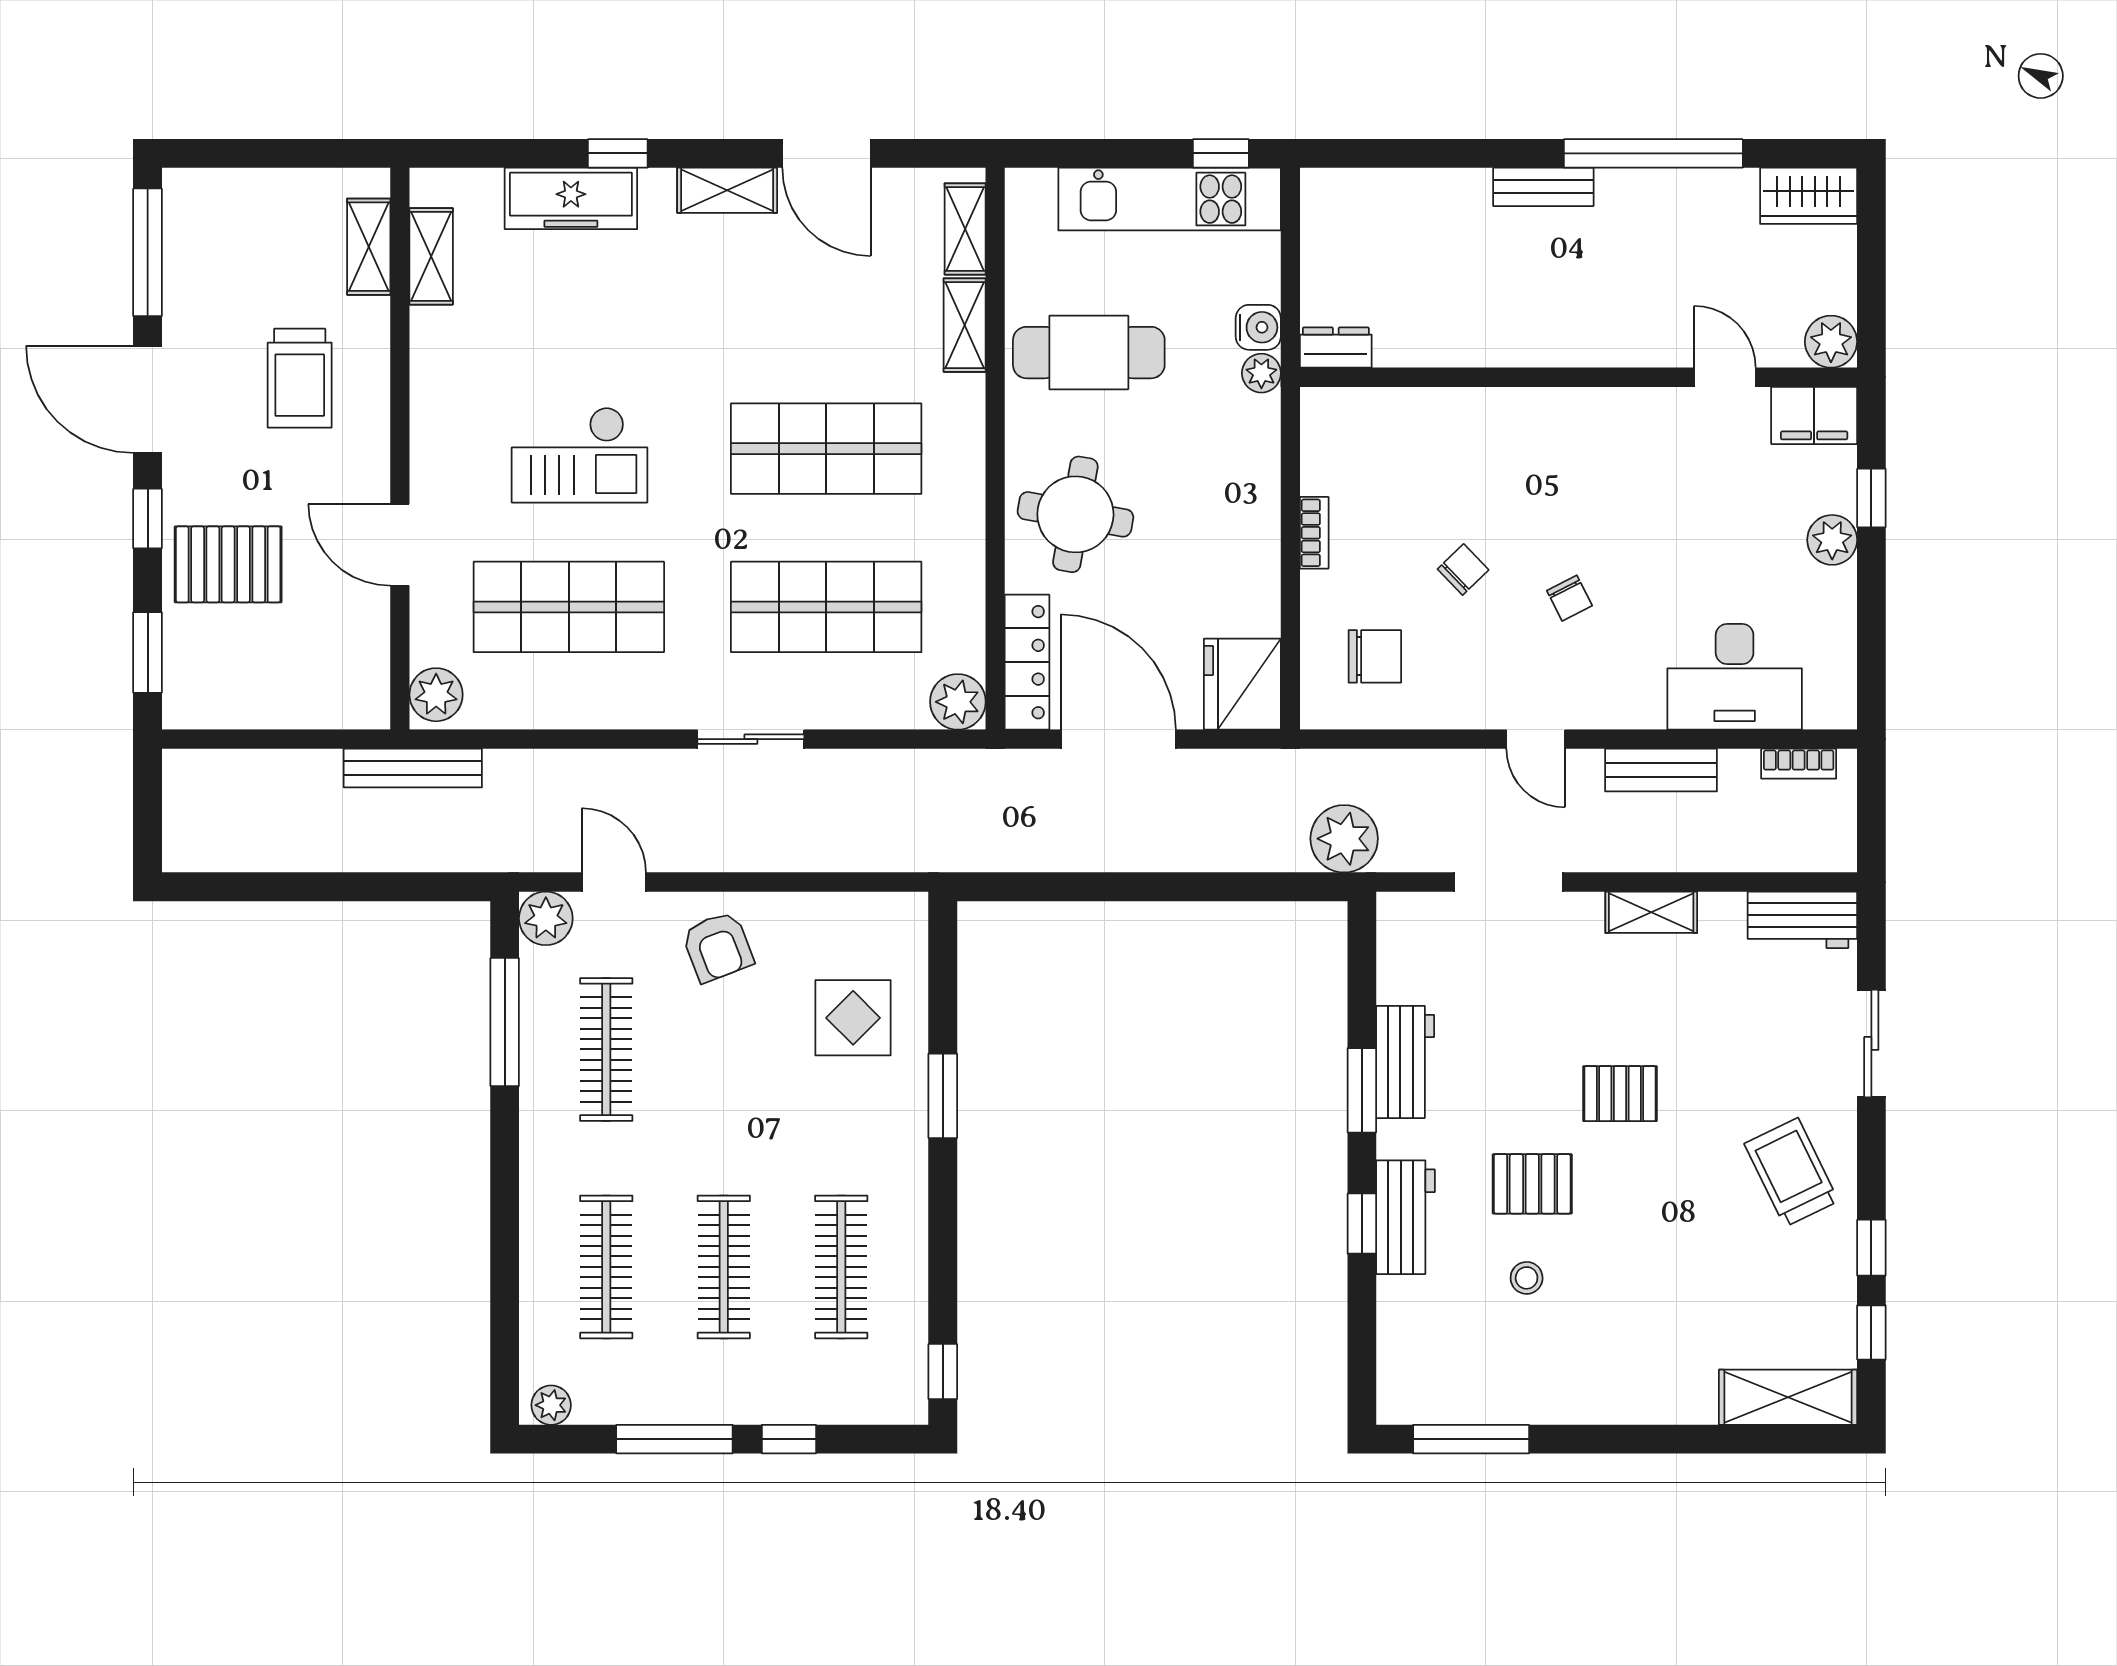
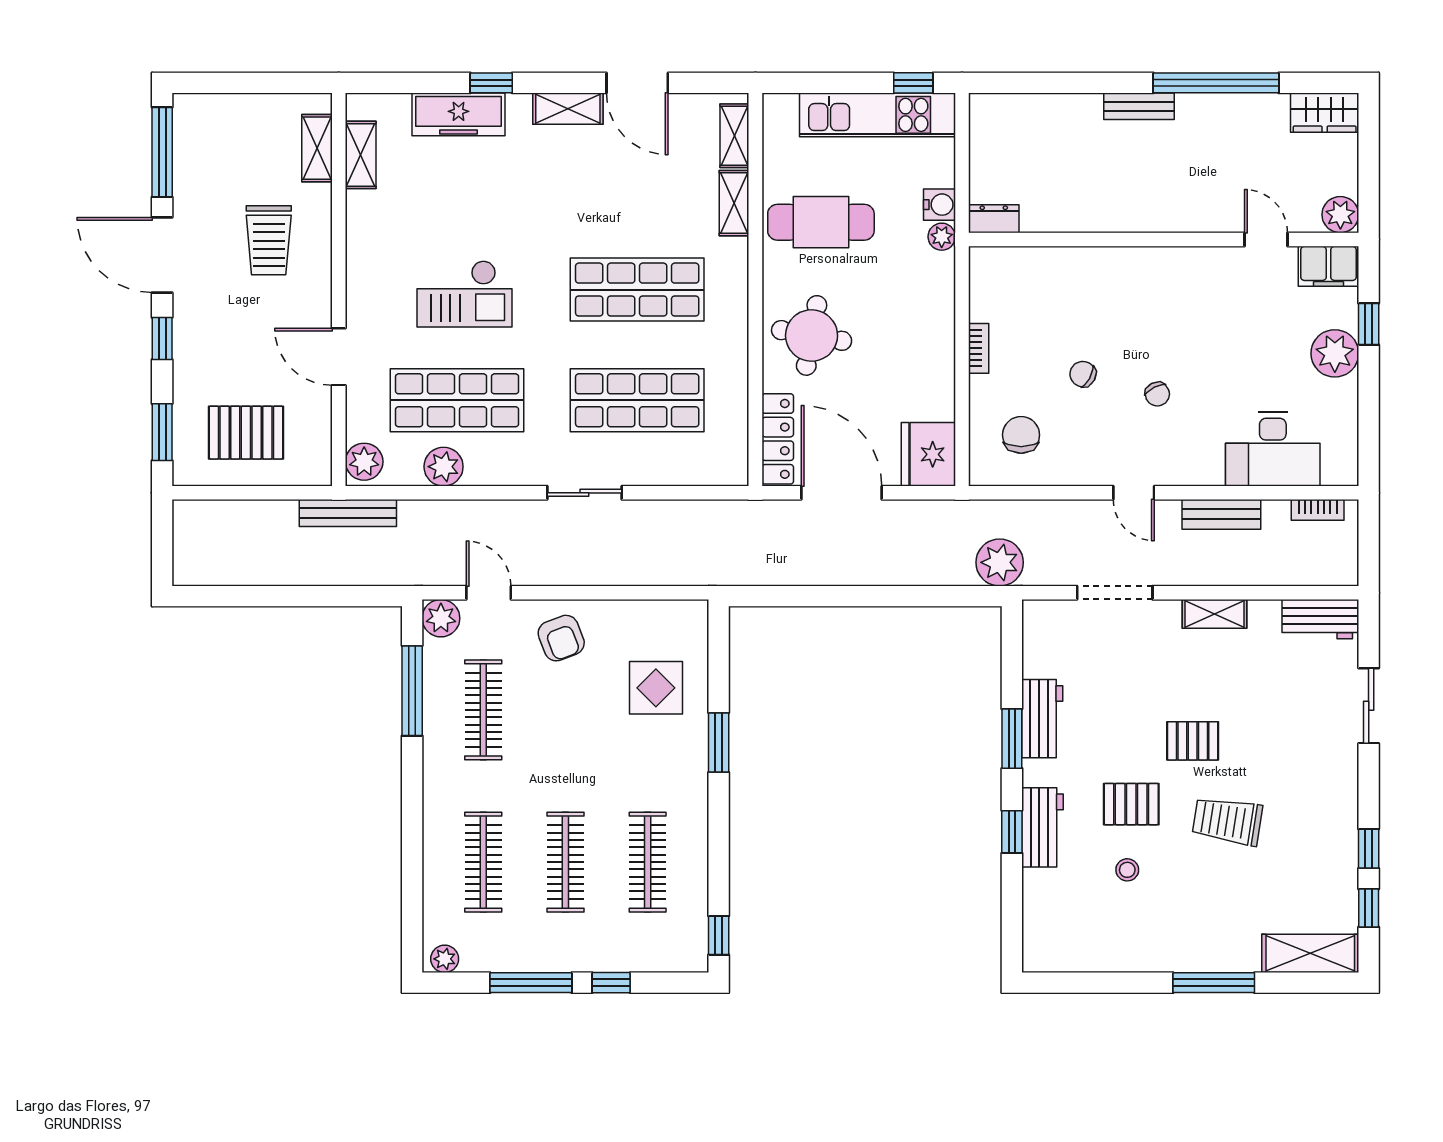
plant: (1832, 540) -> (1335, 353), width x1.36, depth x1.36
pallet: (228, 564) -> (246, 433), moved
chair: (1463, 569) -> (1083, 374), turned -107
chair: (1375, 656) -> (1021, 435), turned -90
plant: (958, 702) -> (444, 467), moved
trolley: (1791, 1172) -> (1227, 821), moved, turned -55
window: (1471, 1439) -> (1214, 983), moved

